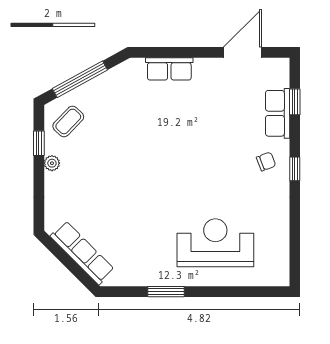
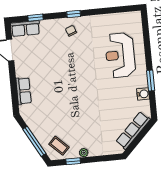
row of seats: (278, 113) -> (25, 28), moved
water cooler: (144, 276) -> (143, 94), added

